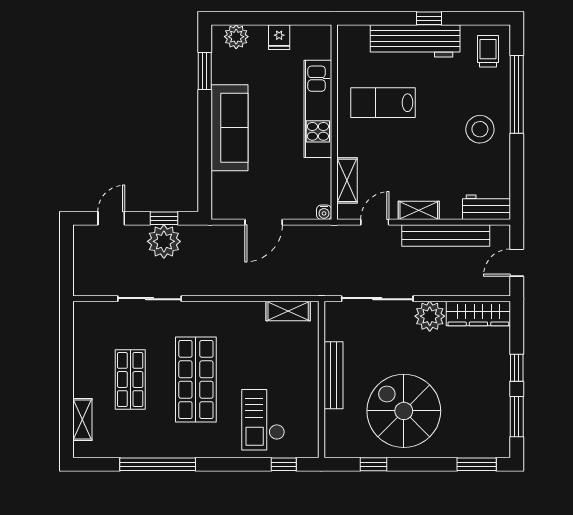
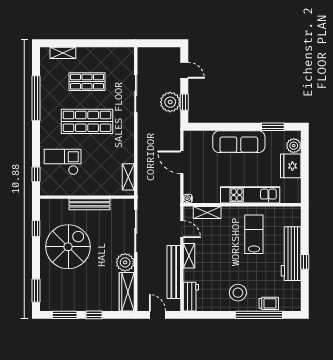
fridge: (279, 37) -> (291, 166), width x1.88, depth x1.34
trolley: (488, 51) -> (269, 303), moved

